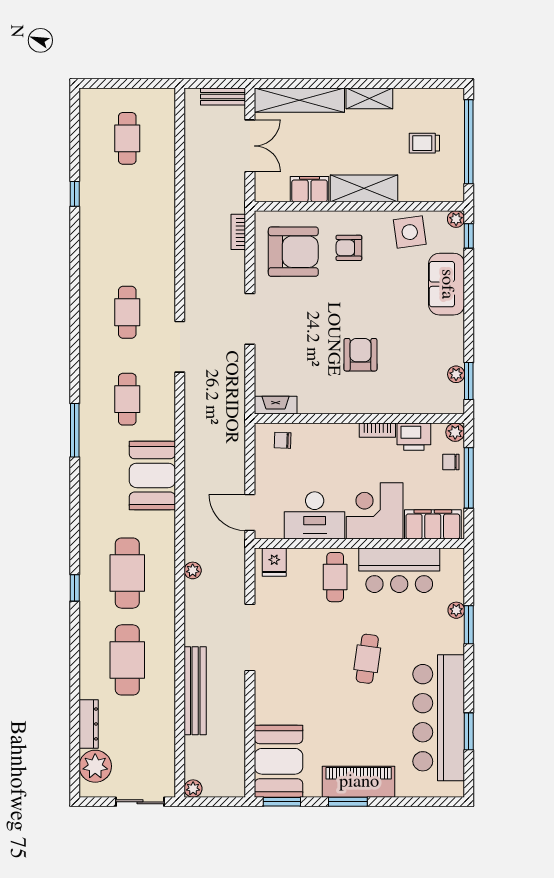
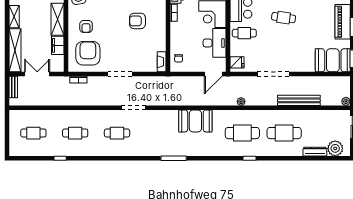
cafe table: (127, 399) -> (75, 133), moved

